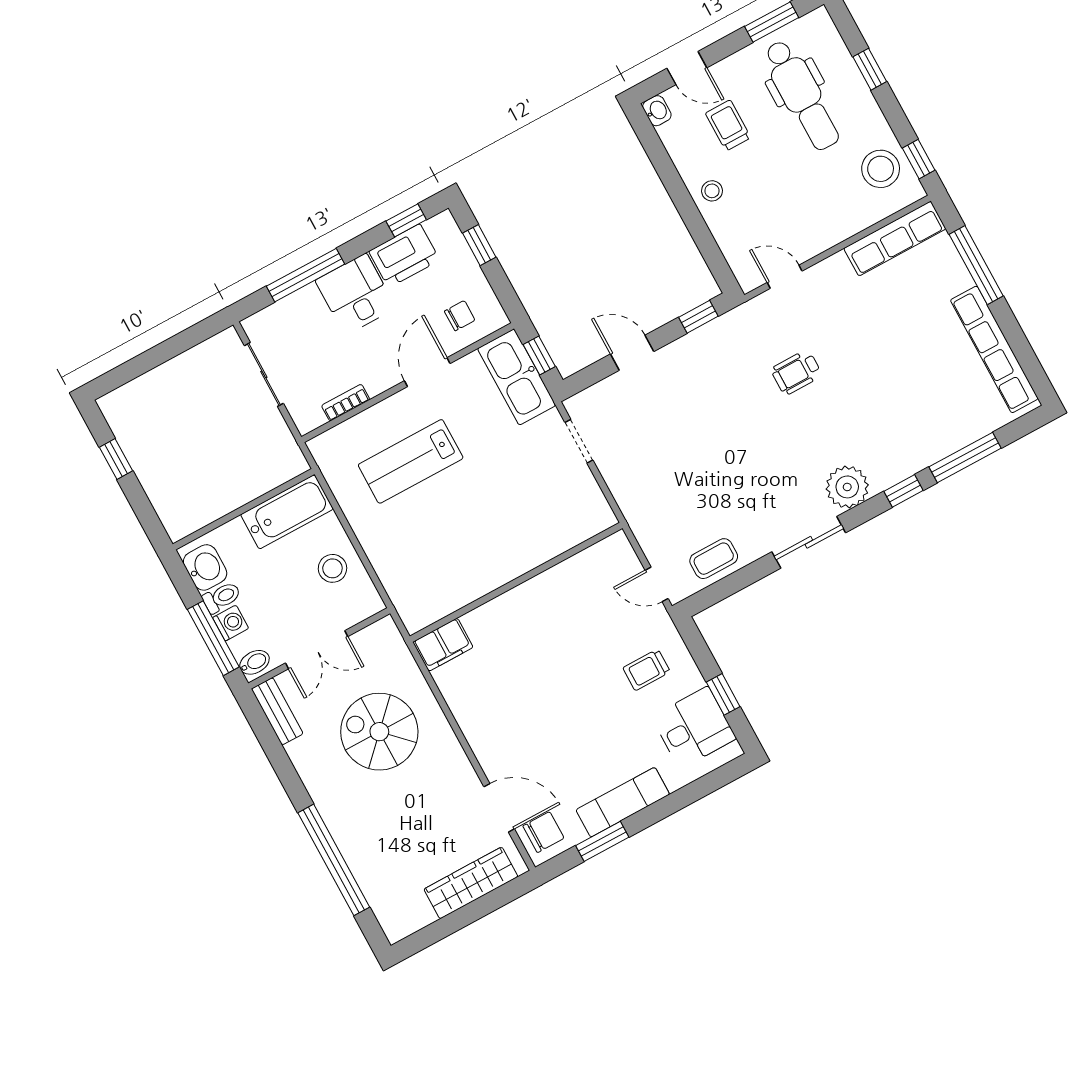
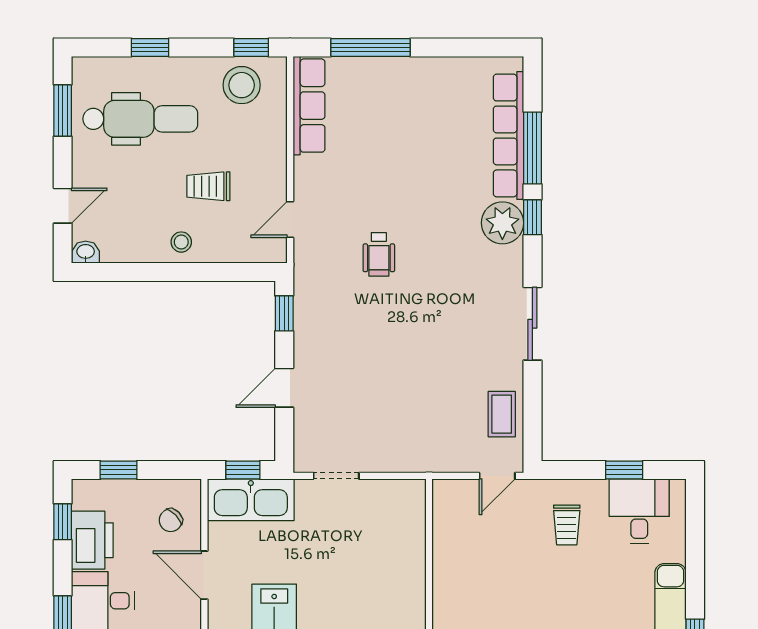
trolley: (728, 125) -> (208, 186), moved
chair: (460, 316) -> (171, 520), turned -134
row of seats: (994, 349) -> (508, 135), moved, turned 90
plant: (847, 487) -> (502, 223), moved

